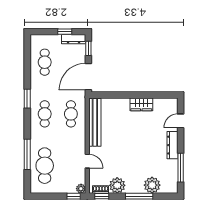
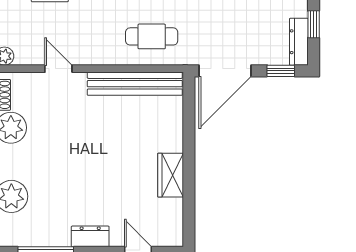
door: (88, 77) -> (225, 71), swing flipped
dresser: (172, 145) -> (90, 236), width x0.70
door: (87, 161) -> (58, 69), swing flipped

